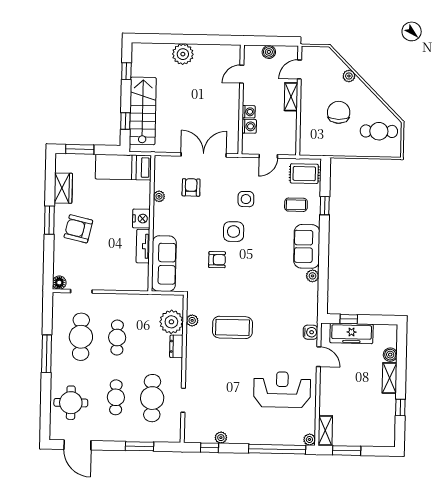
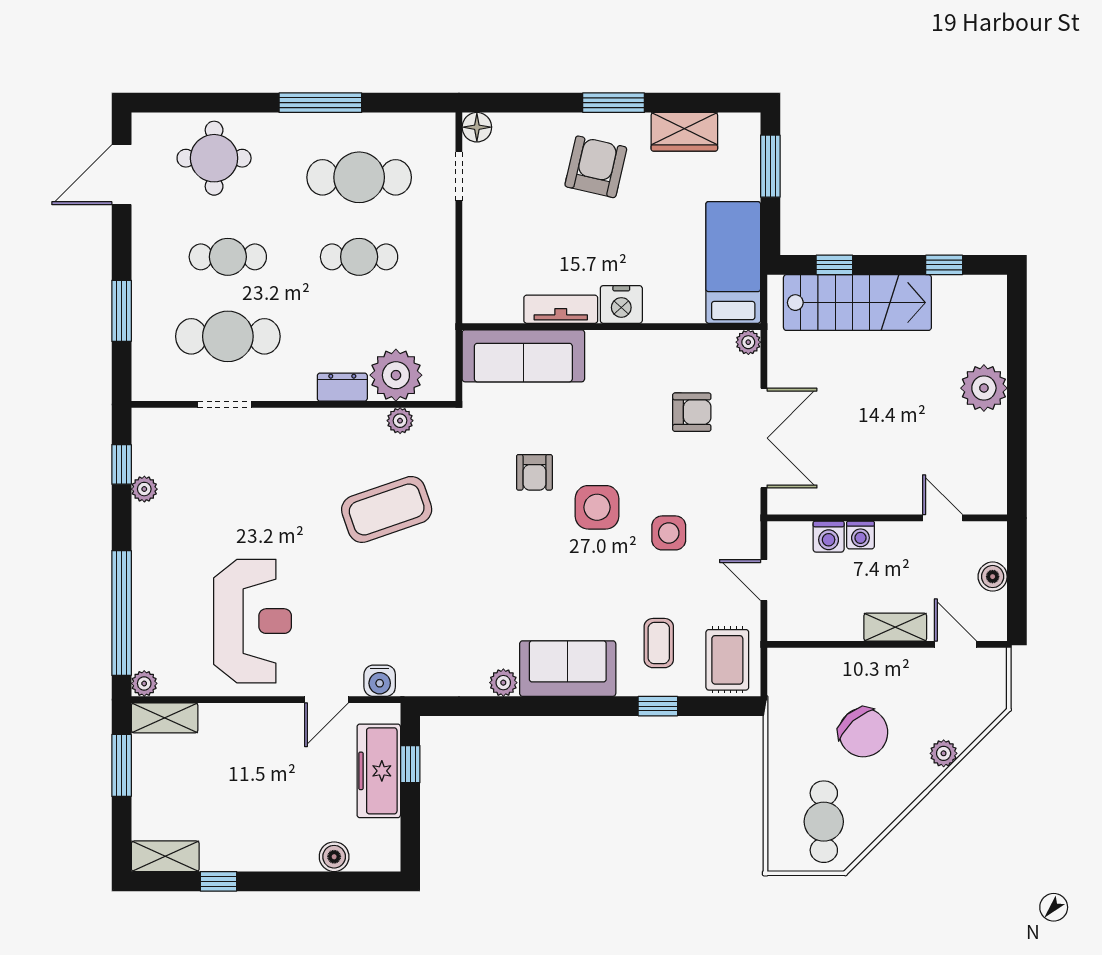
chair: (339, 112) -> (863, 732), turned 48
plant: (159, 196) -> (748, 342), moved
coffee table: (233, 327) -> (387, 509), turned 71
shelving: (390, 378) -> (165, 856), moved

